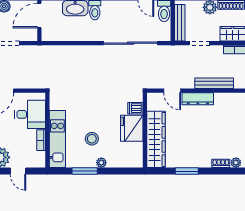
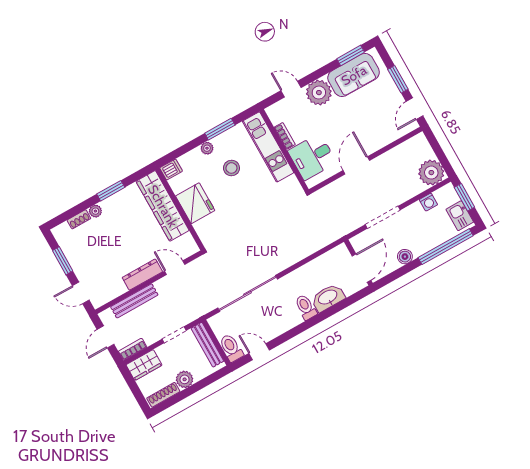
dishwasher: (135, 108) -> (171, 170), moved
plant: (236, 163) -> (95, 211), moved

